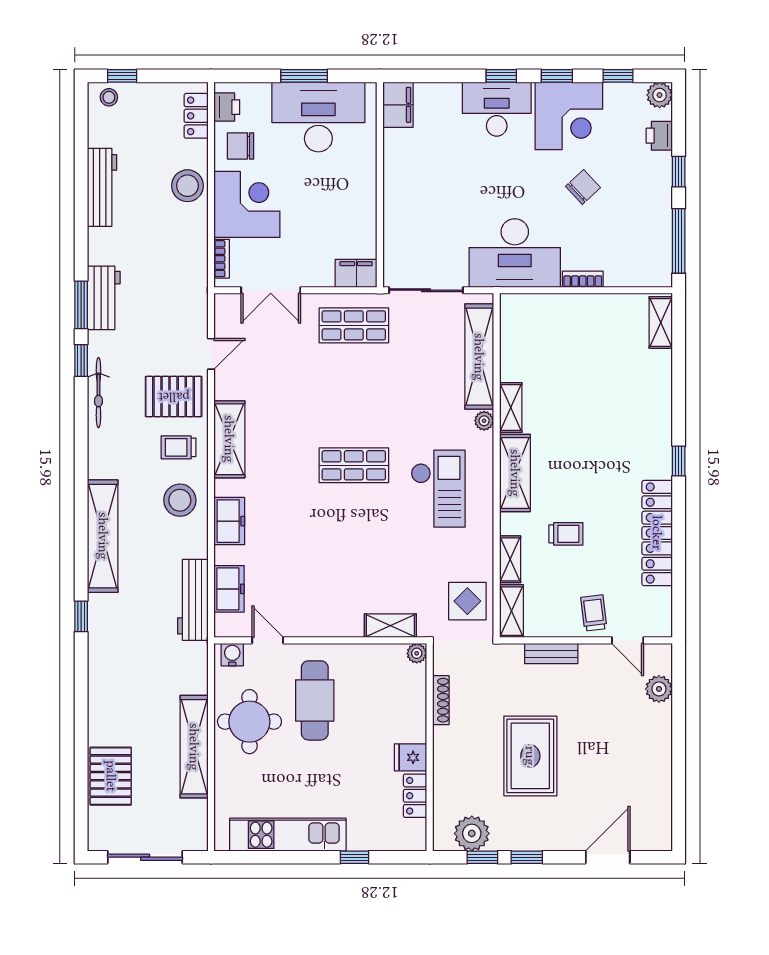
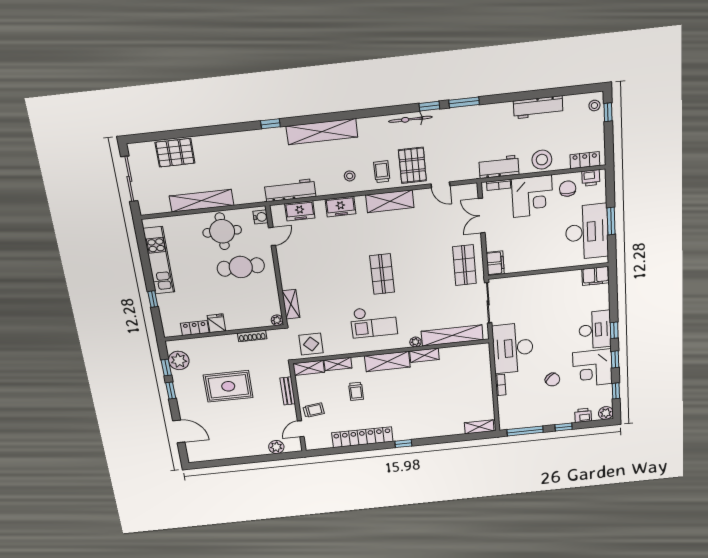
workbench: (104, 298) -> (499, 167), moved, turned 180
stool: (180, 500) -> (350, 176), width x0.53, depth x0.53

